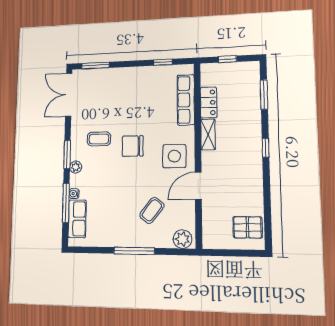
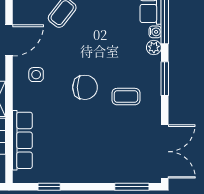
side table: (174, 156) -> (36, 75), width x0.54, depth x0.54
plant: (76, 167) -> (154, 48), moved

